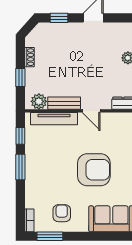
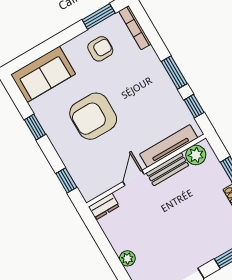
door: (91, 111) -> (134, 178), hinge flipped
armchair: (62, 213) -> (100, 49), turned -90
bookcase: (29, 220) -> (135, 28), width x1.56

